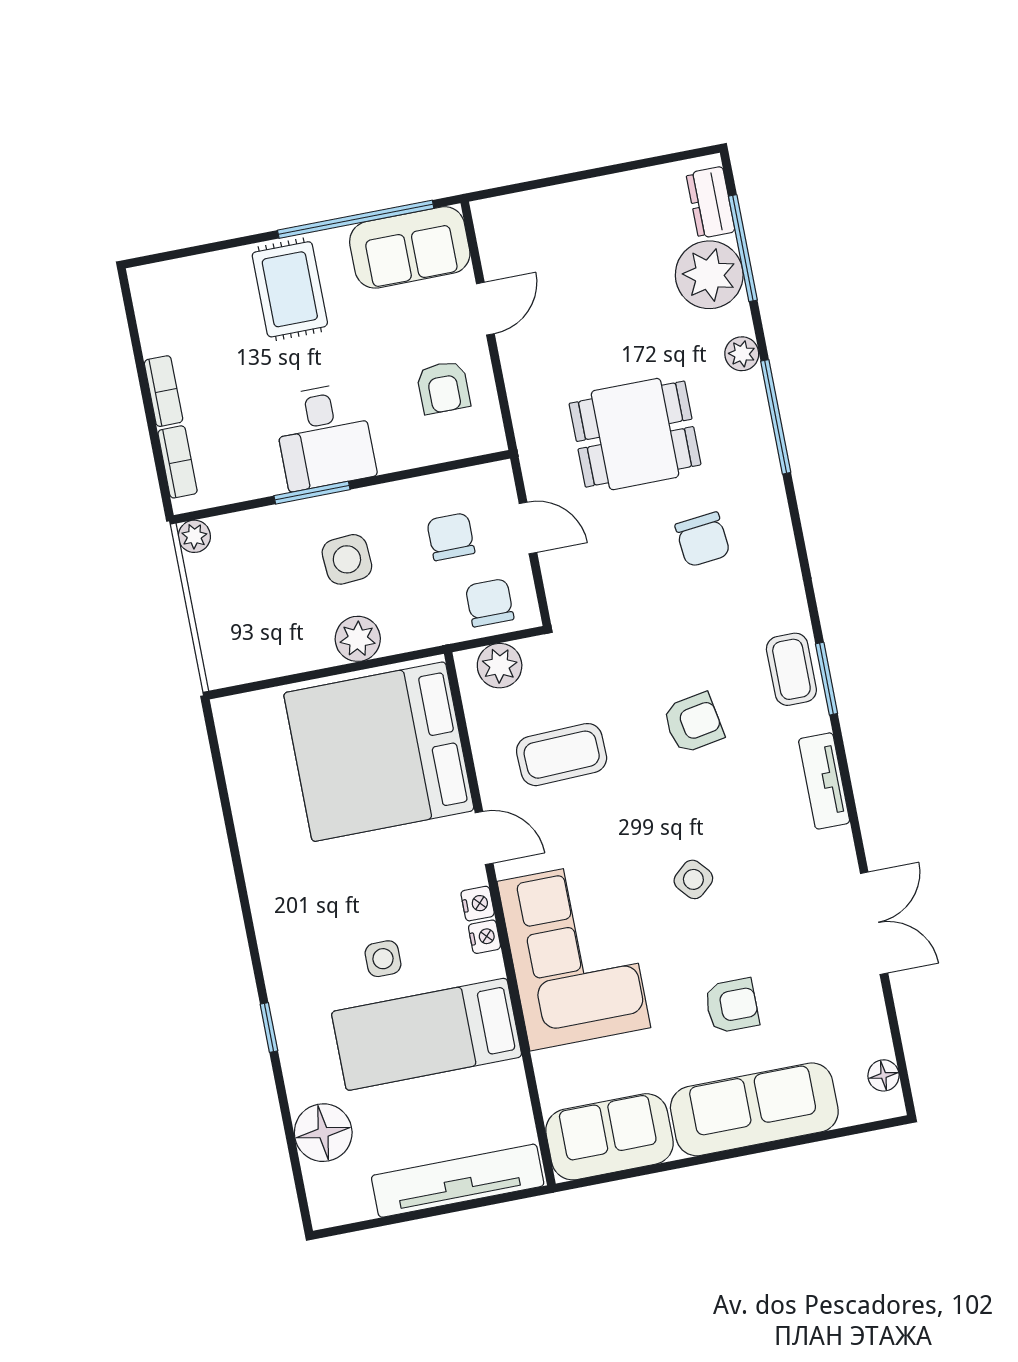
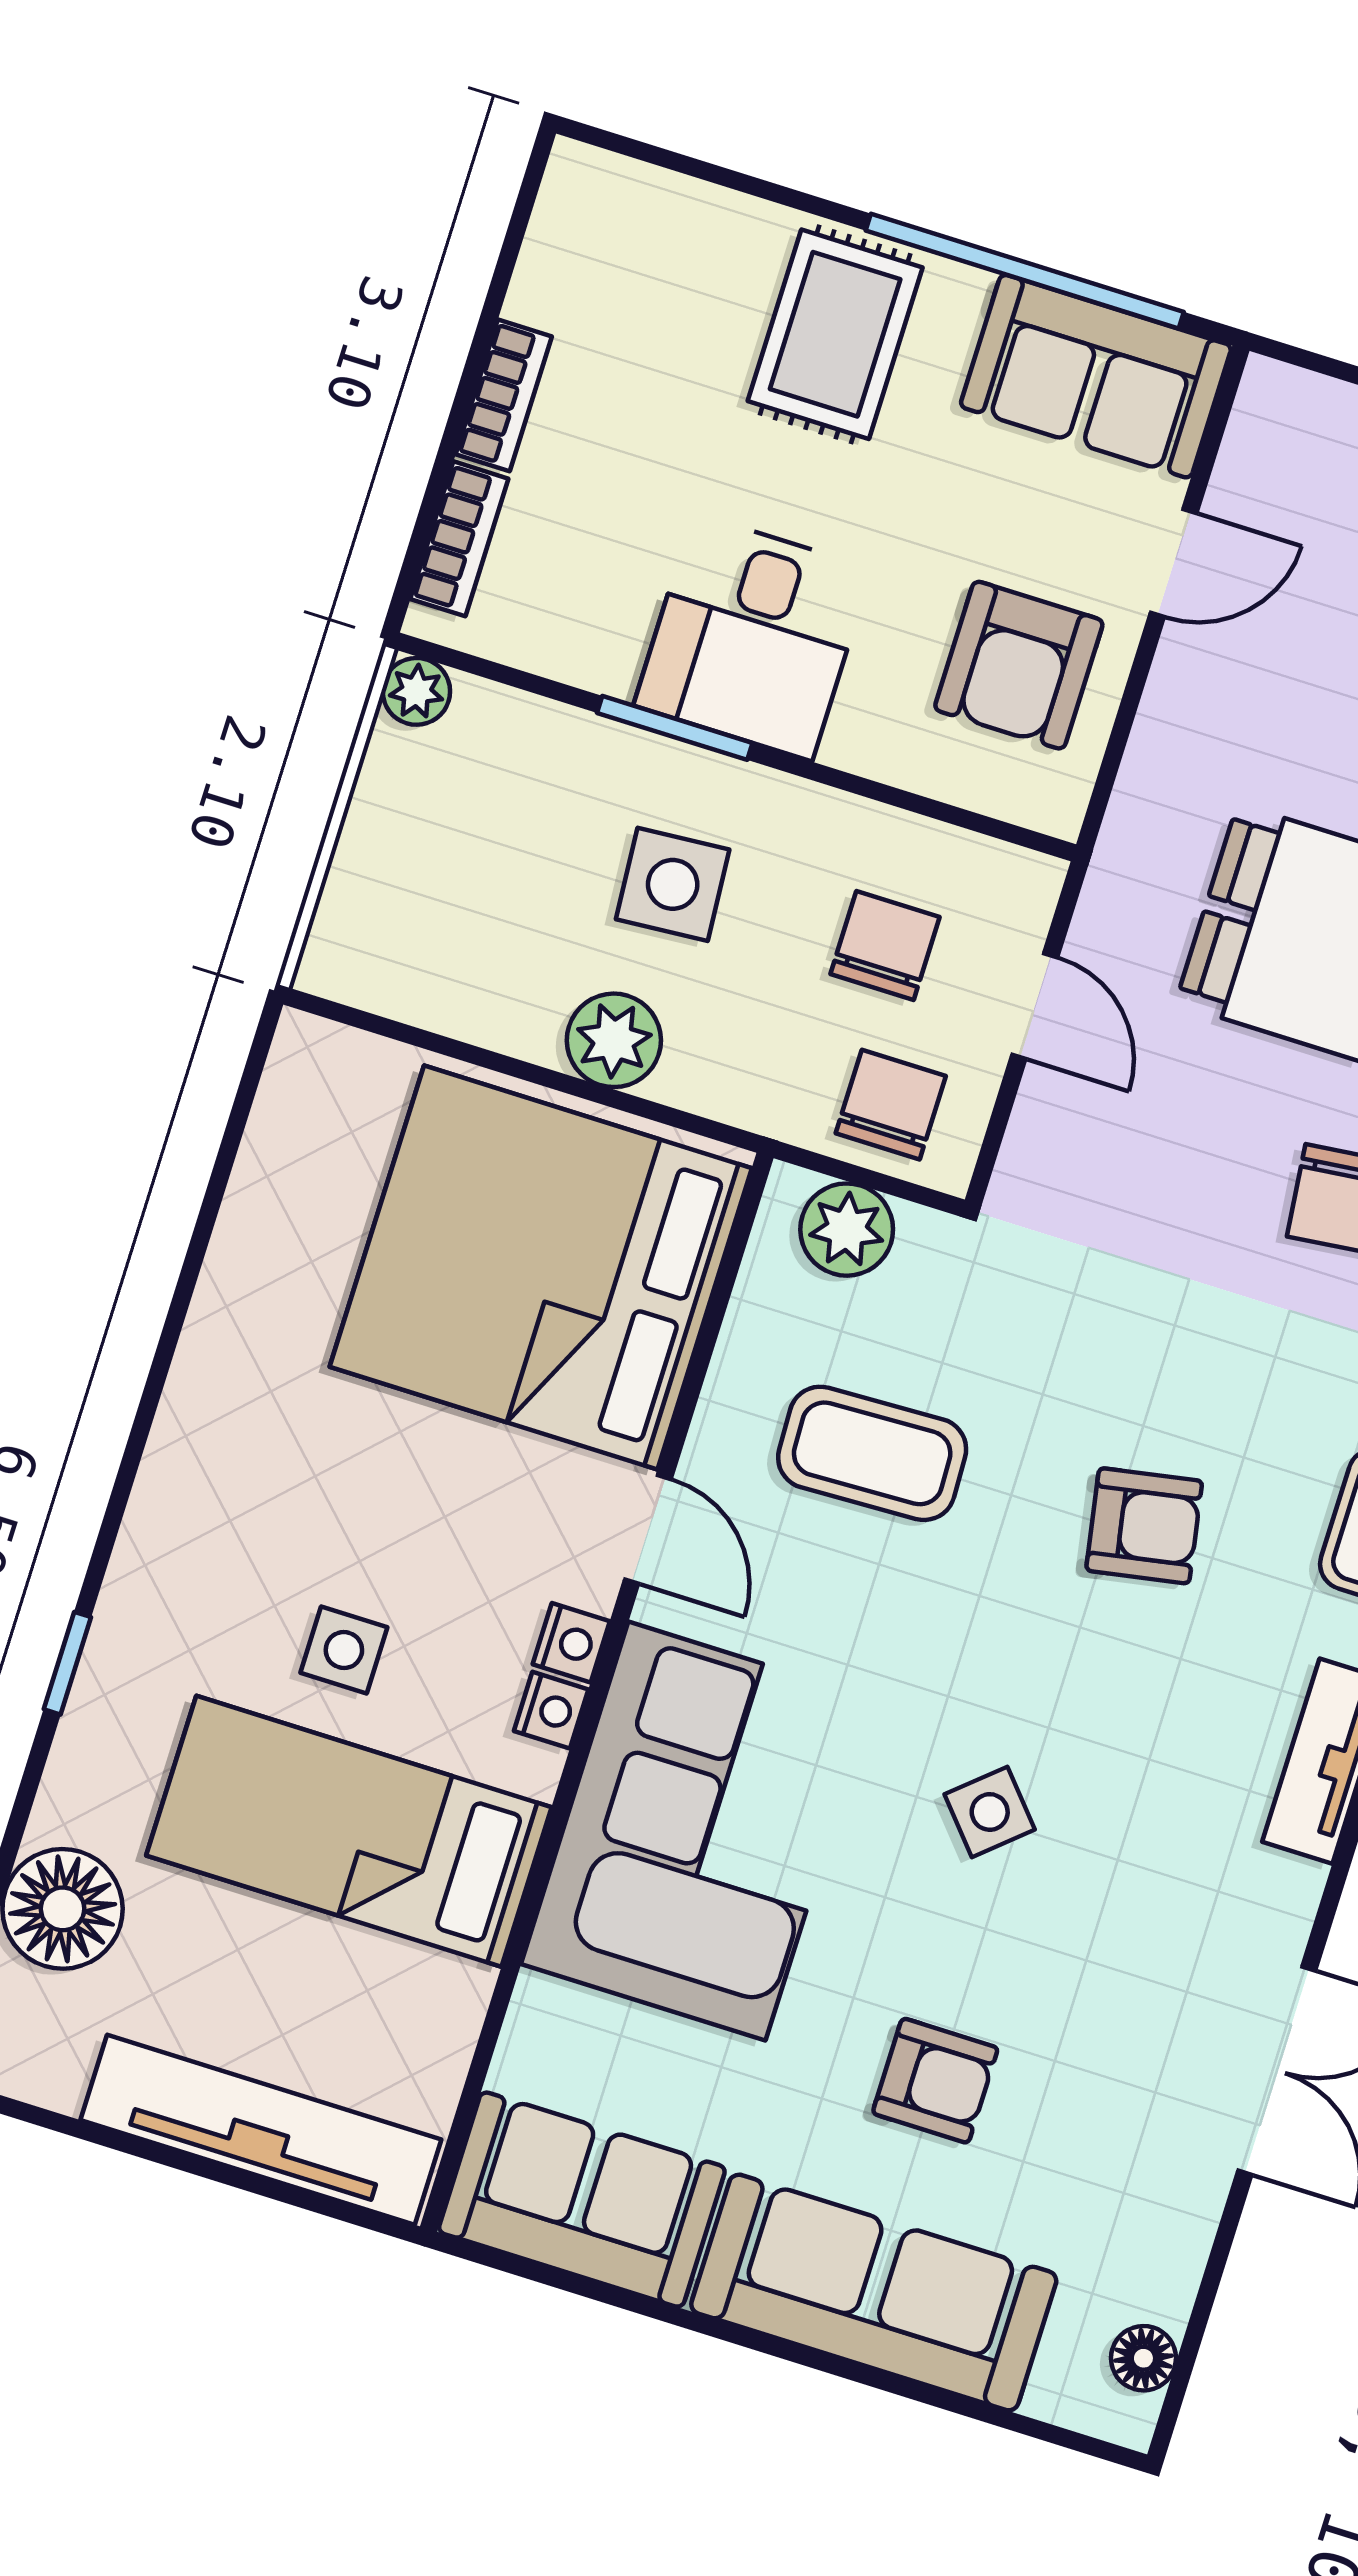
armchair: (443, 387) -> (1019, 665), width x1.38, depth x1.38

